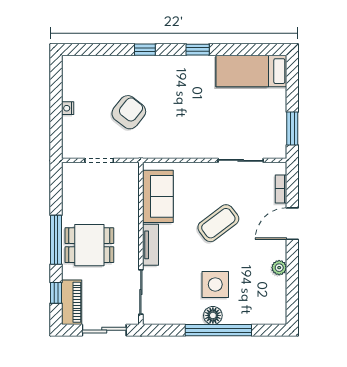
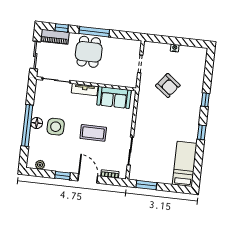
coffee table: (218, 223) -> (93, 133), turned -53
window: (292, 264) -> (63, 176), added
plant: (279, 268) -> (40, 165), moved

